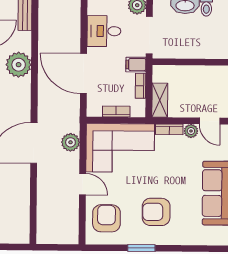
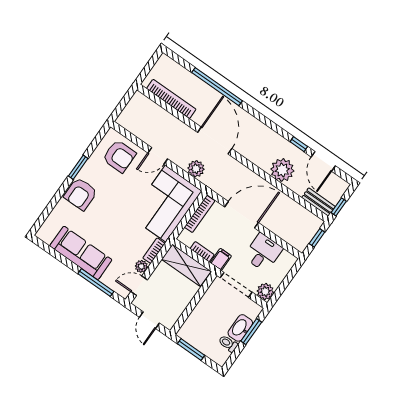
shelving: (160, 100) -> (186, 265), width x1.50, depth x1.33
bookcase: (116, 112) -> (199, 214), width x1.56
bookcase: (24, 207) -> (171, 99), added
armchair: (156, 212) -> (81, 194), moved, turned 180

